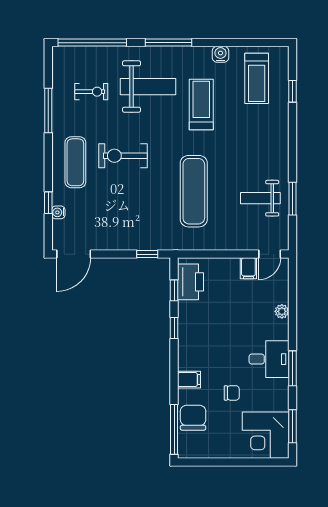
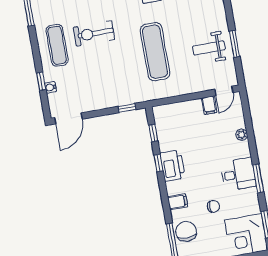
printer: (191, 282) -> (172, 166), moved

